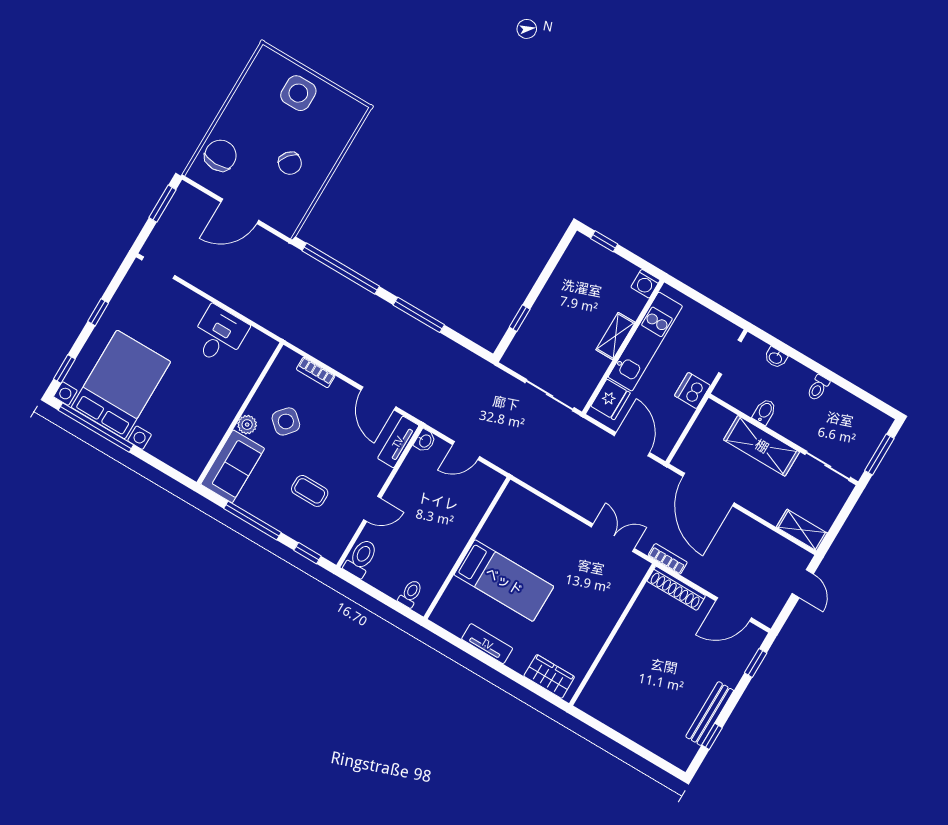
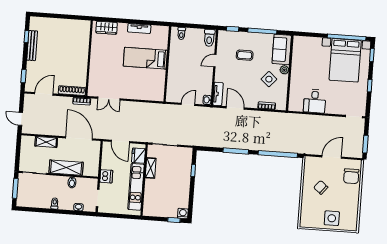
washing machine: (645, 284) -> (183, 214), moved
shelving: (615, 336) -> (151, 168), moved
shelving: (802, 530) -> (46, 142), moved

